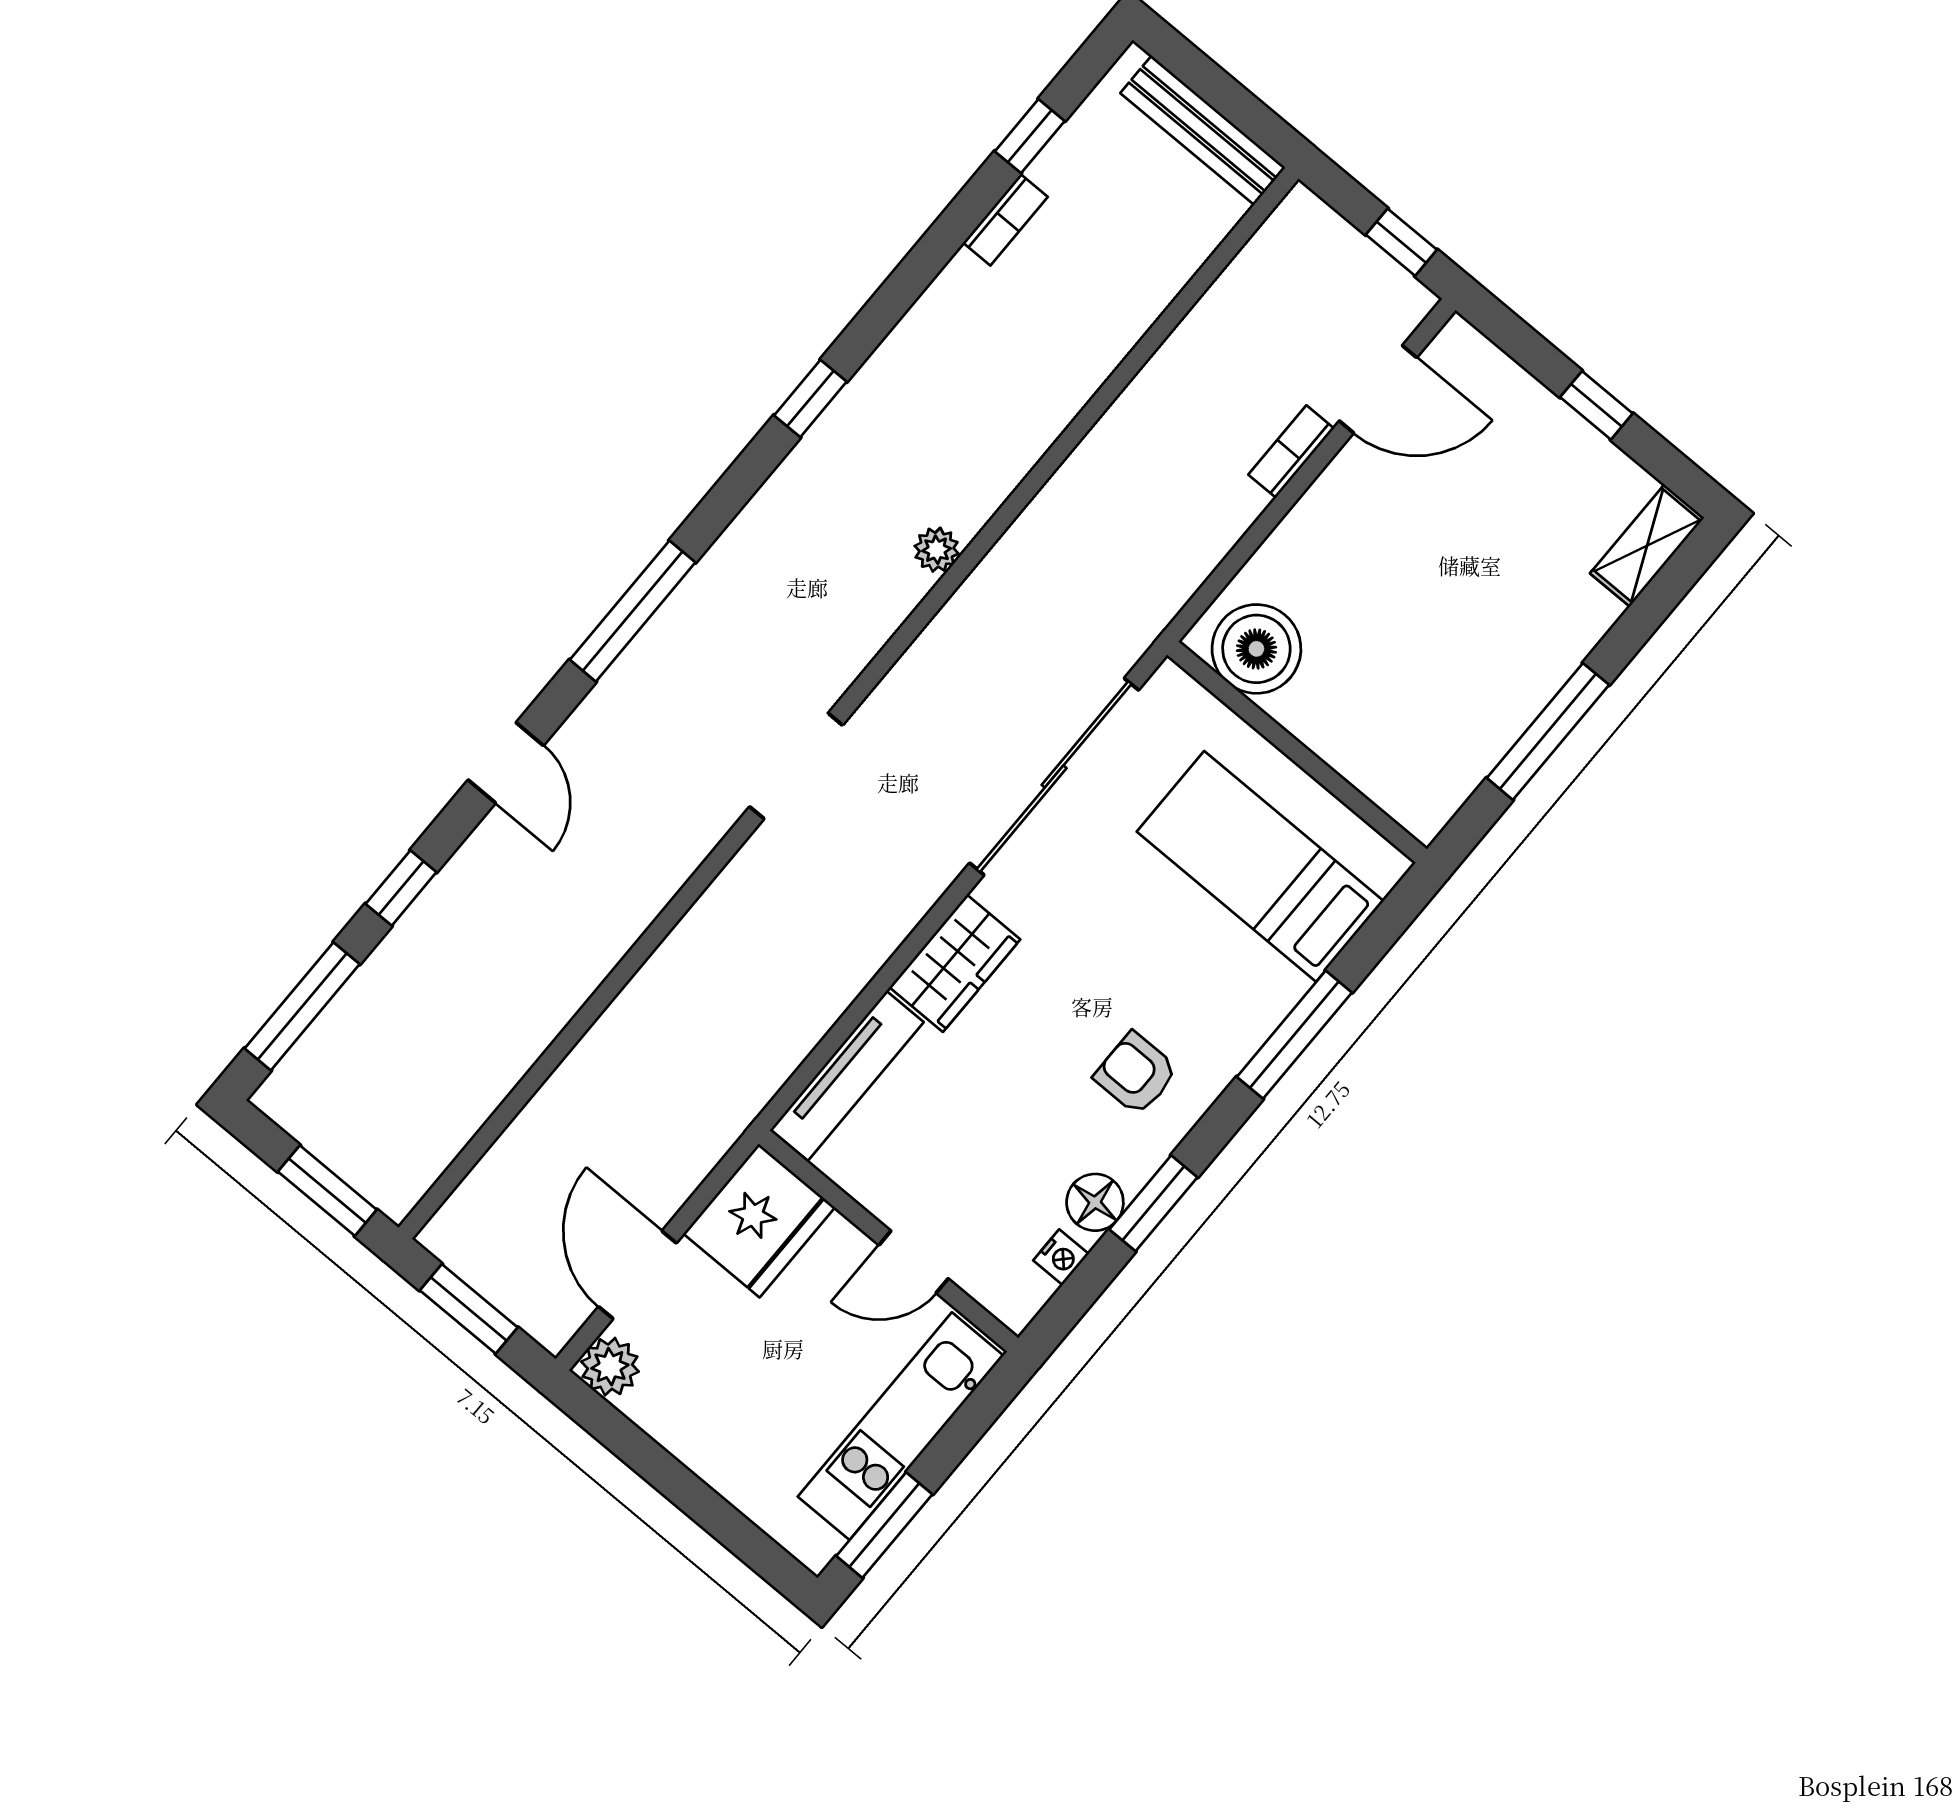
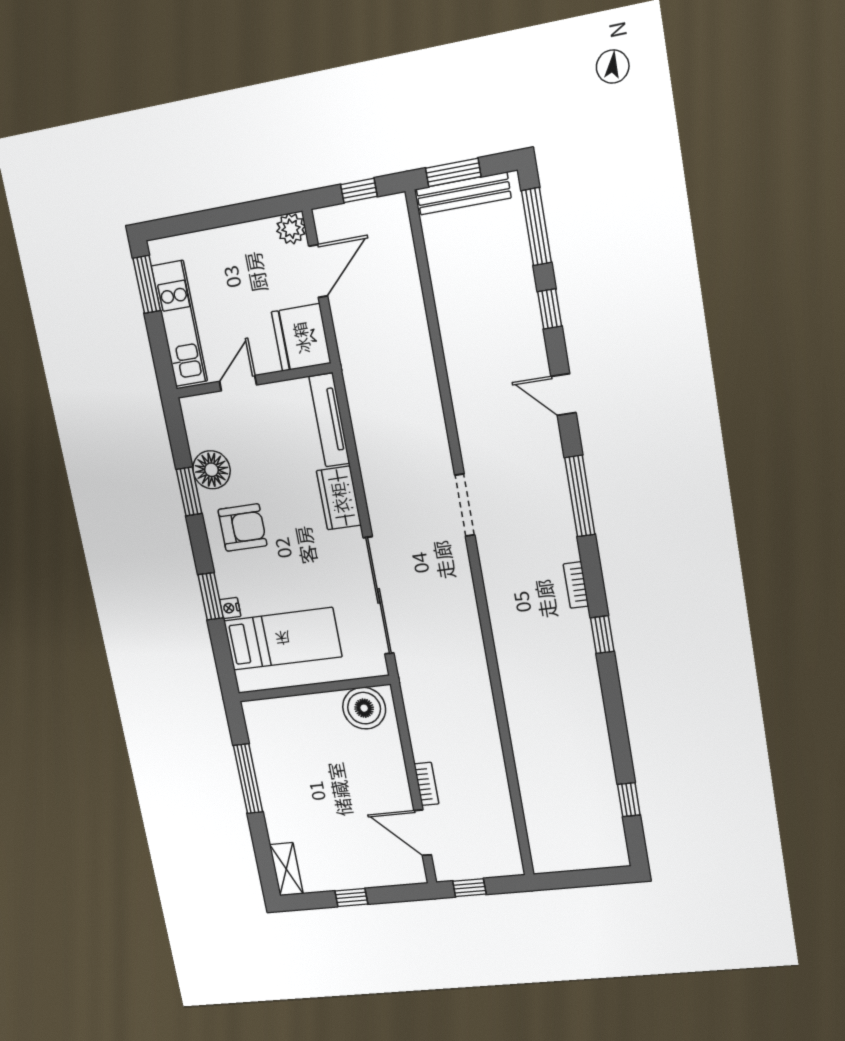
bench: (1203, 130) -> (464, 194), moved
bookcase: (1005, 220) -> (576, 585), moved
door: (1378, 389) -> (423, 833), hinge flipped
plant: (937, 550) -> (502, 629), removed
window: (1294, 1035) -> (211, 596), width x0.69
armchair: (1136, 1074) -> (242, 528), width x1.38, depth x1.38
floor lamp: (1095, 1202) -> (211, 470), width x1.38, depth x1.38
nightstand: (1061, 1257) -> (230, 608), moved
door: (637, 1275) -> (318, 271), hinge flipped
window: (469, 1309) -> (359, 190), width x0.67

